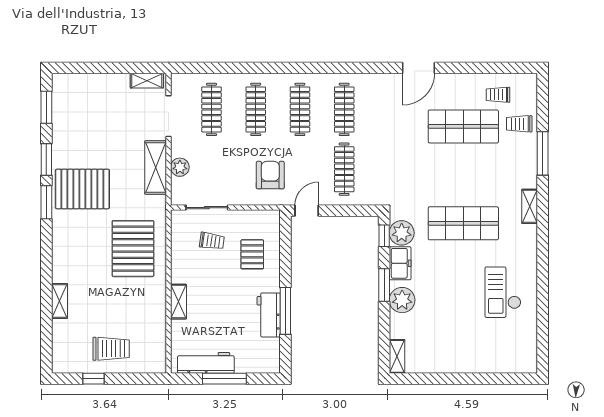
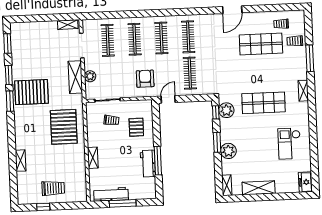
freezer: (400, 263) -> (305, 182), moved, turned 180
shelving: (449, 363) -> (259, 188), added

